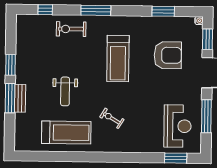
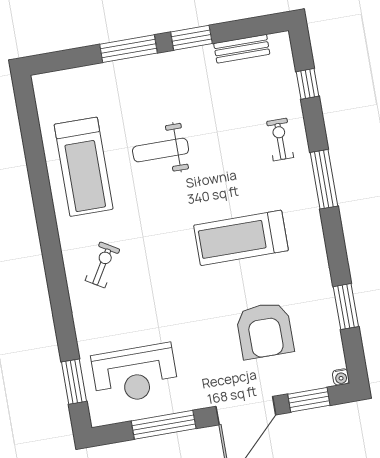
exercise bike: (71, 29) -> (280, 139), width x0.73, depth x0.72
bench: (20, 98) -> (242, 49), moved
exercise bike: (112, 118) -> (102, 265), moved

